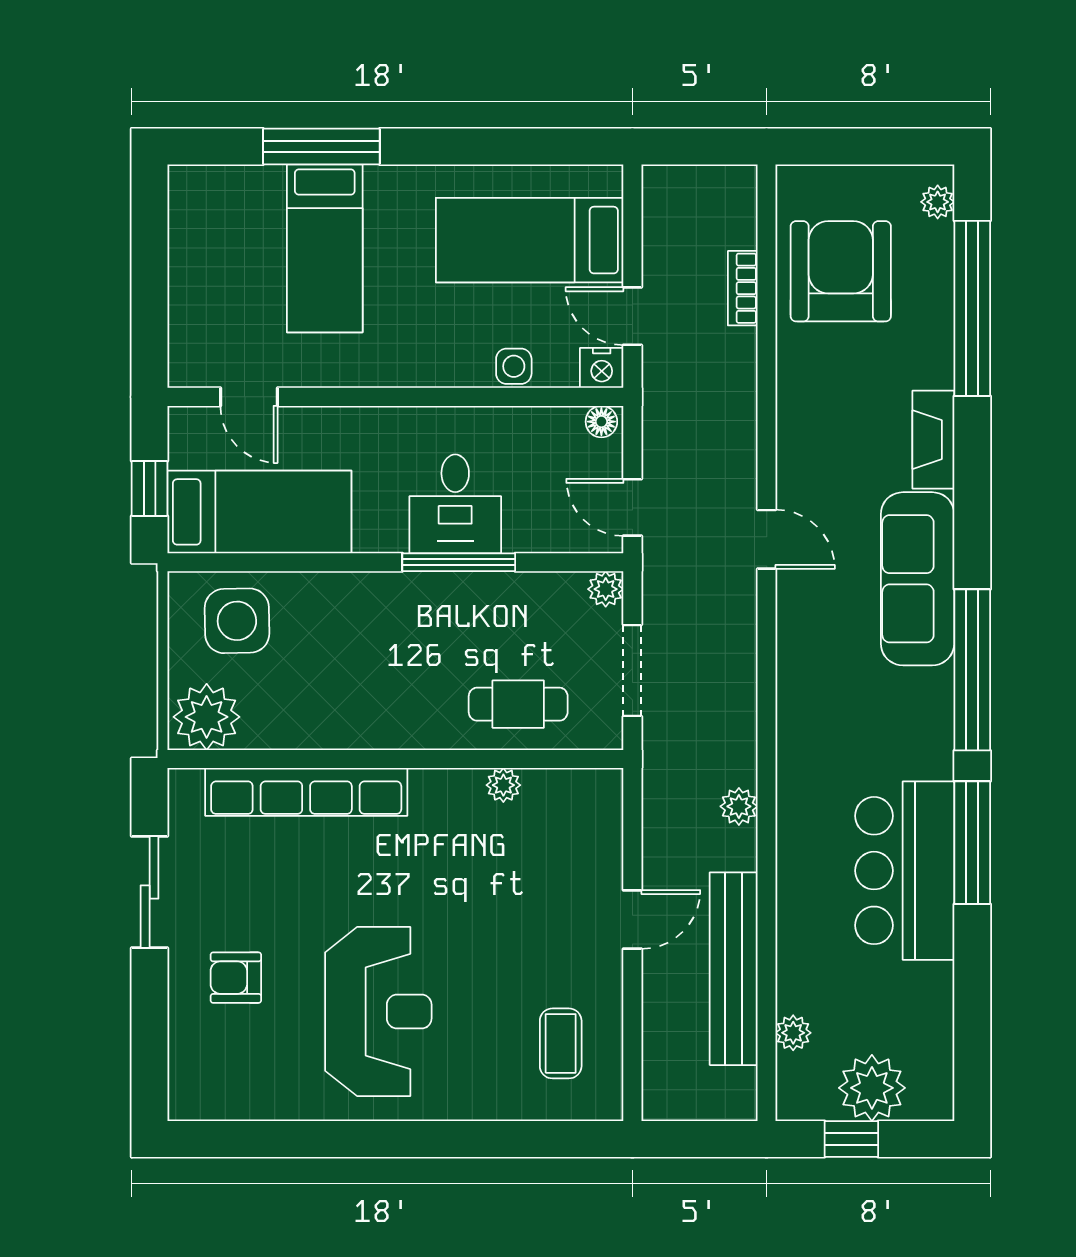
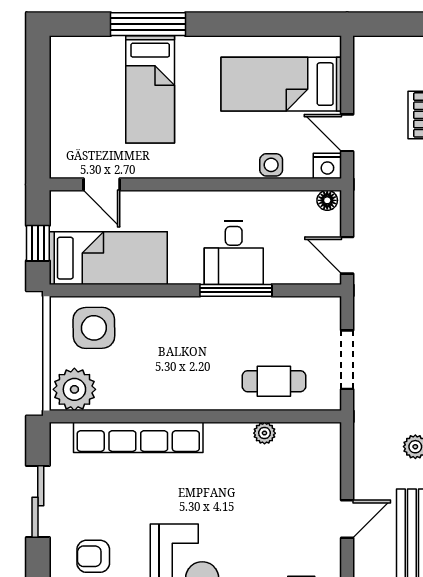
plant: (606, 589) -> (330, 308), removed

